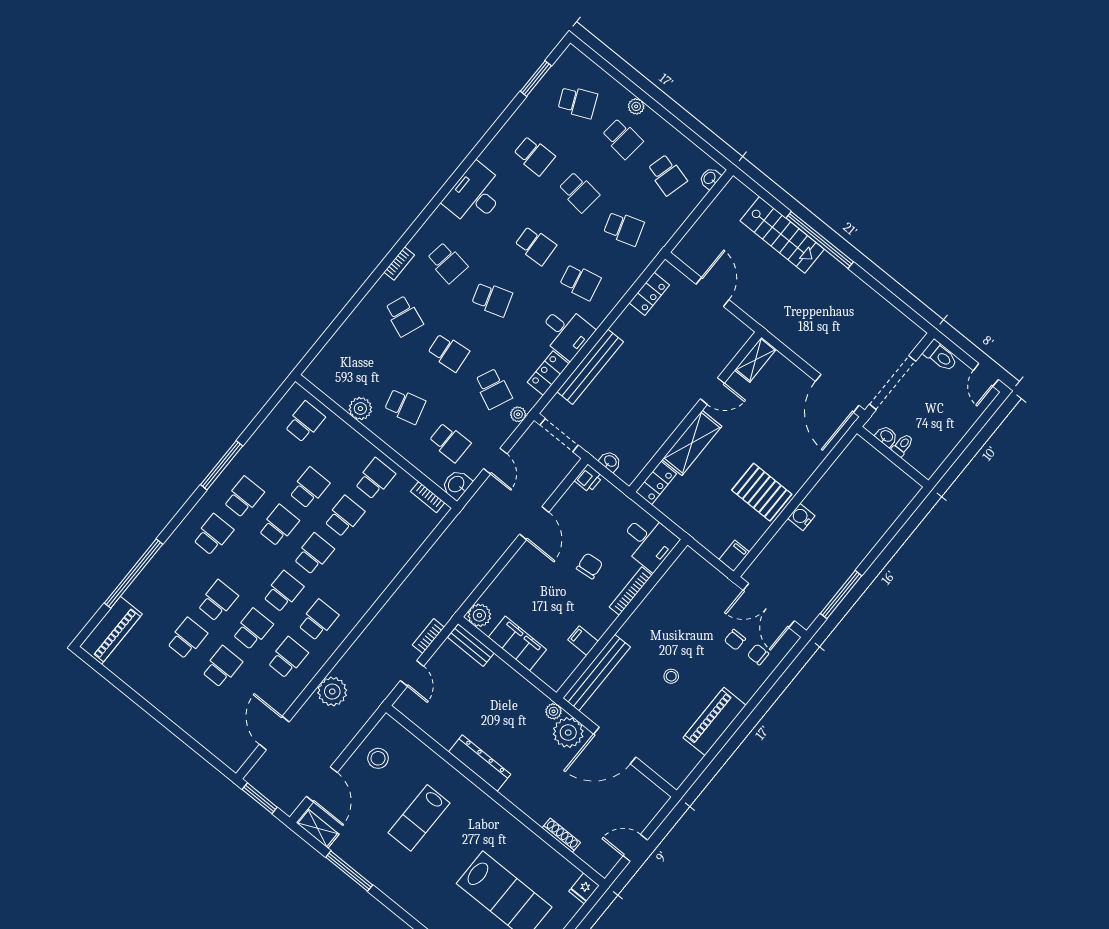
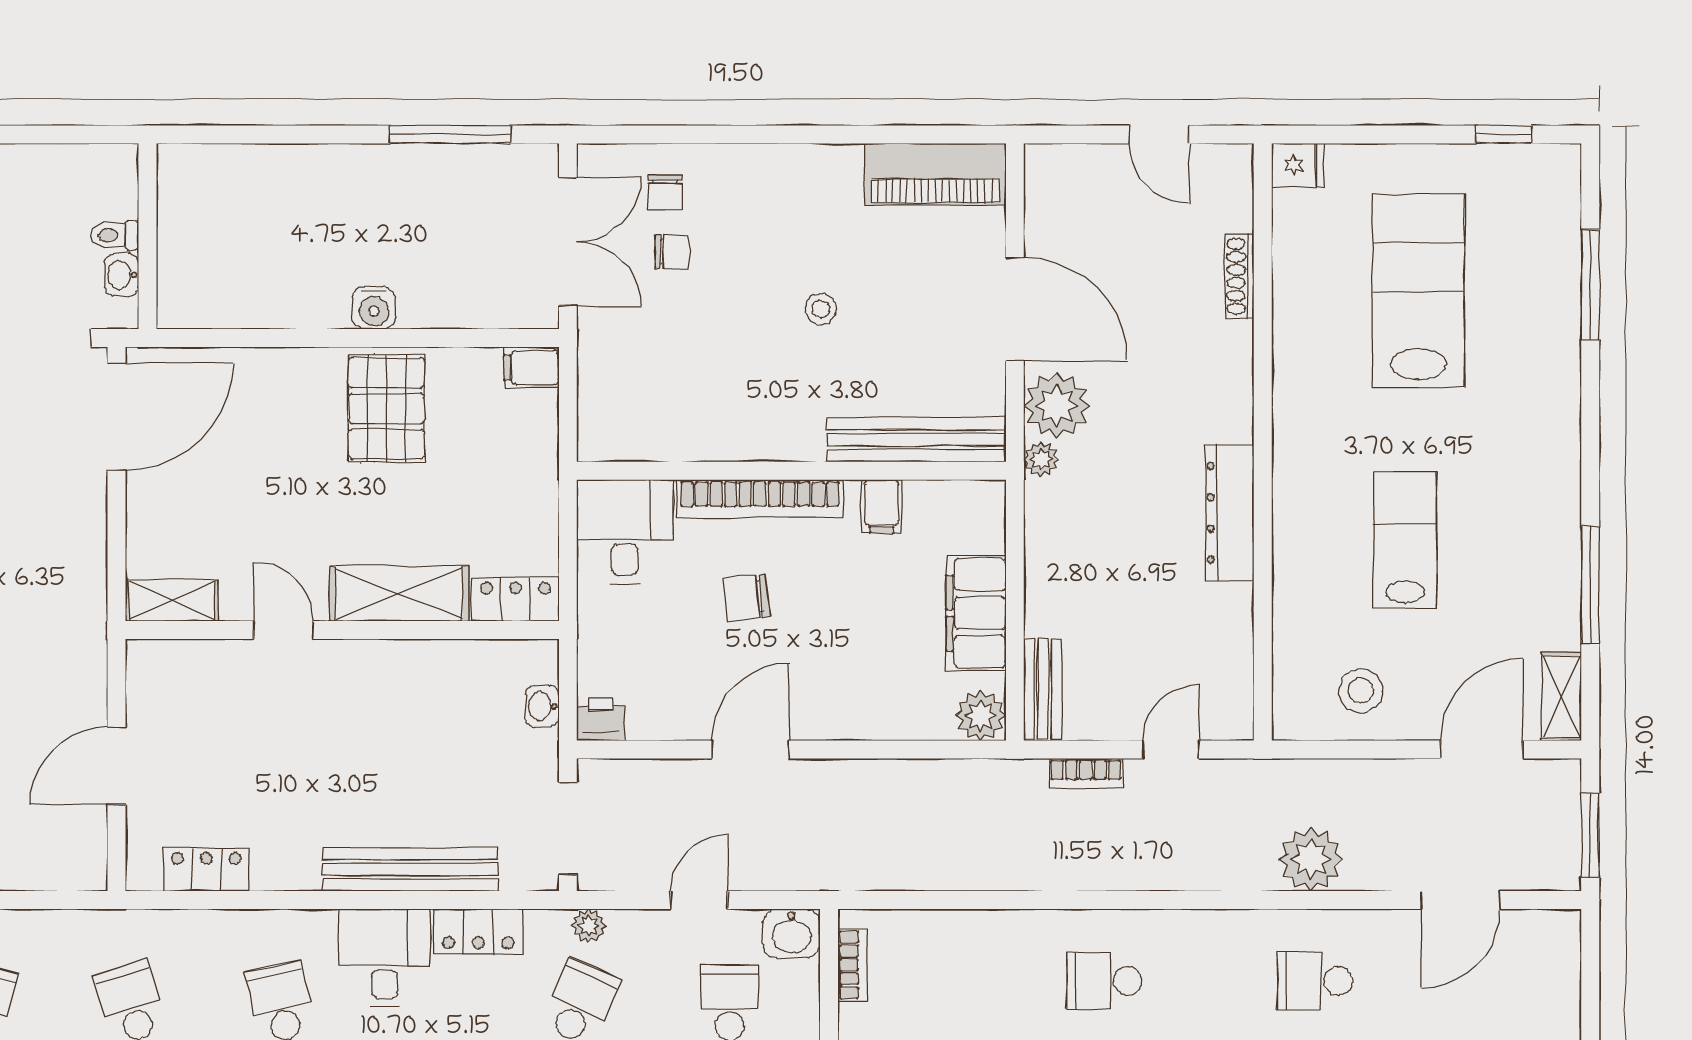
bookcase: (631, 591) -> (760, 499), width x1.48, depth x1.31
school desk: (318, 620) -> (1104, 981), moved
piano: (714, 721) -> (935, 174), moved
lab bench: (419, 818) -> (1405, 540), turned -90

